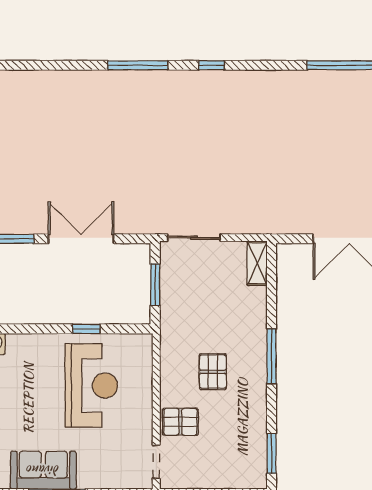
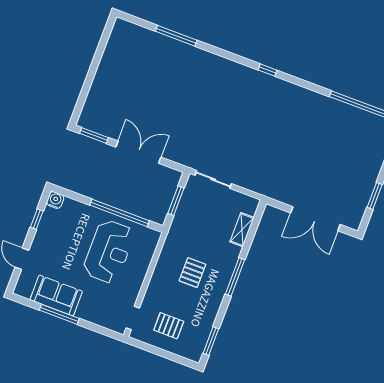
window: (138, 65) -> (176, 36), moved
shelving: (257, 263) -> (242, 230), moved
window: (86, 329) -> (119, 213), width x3.17
pallet: (180, 422) -> (169, 326), moved

